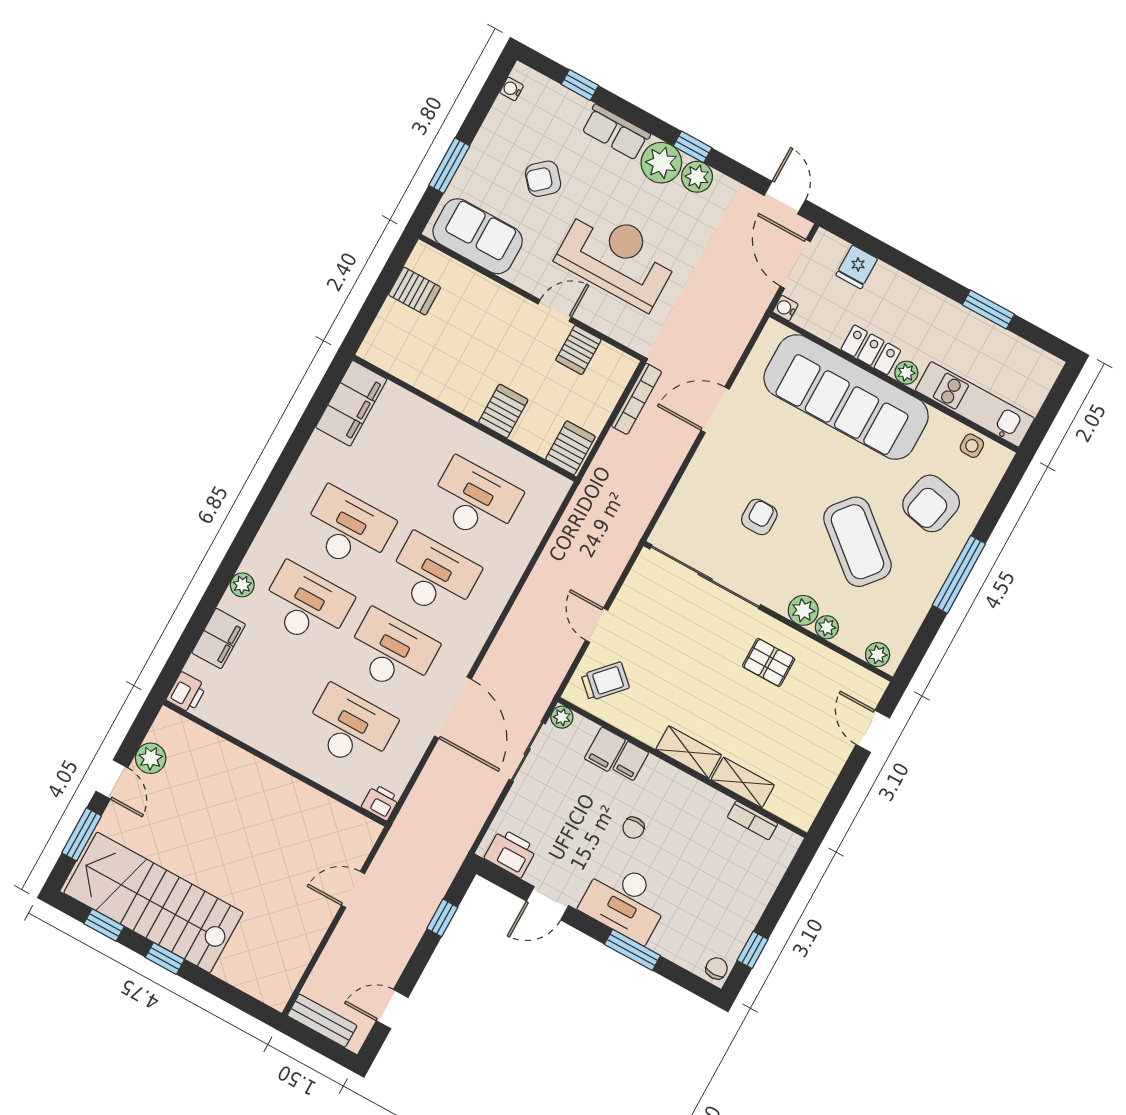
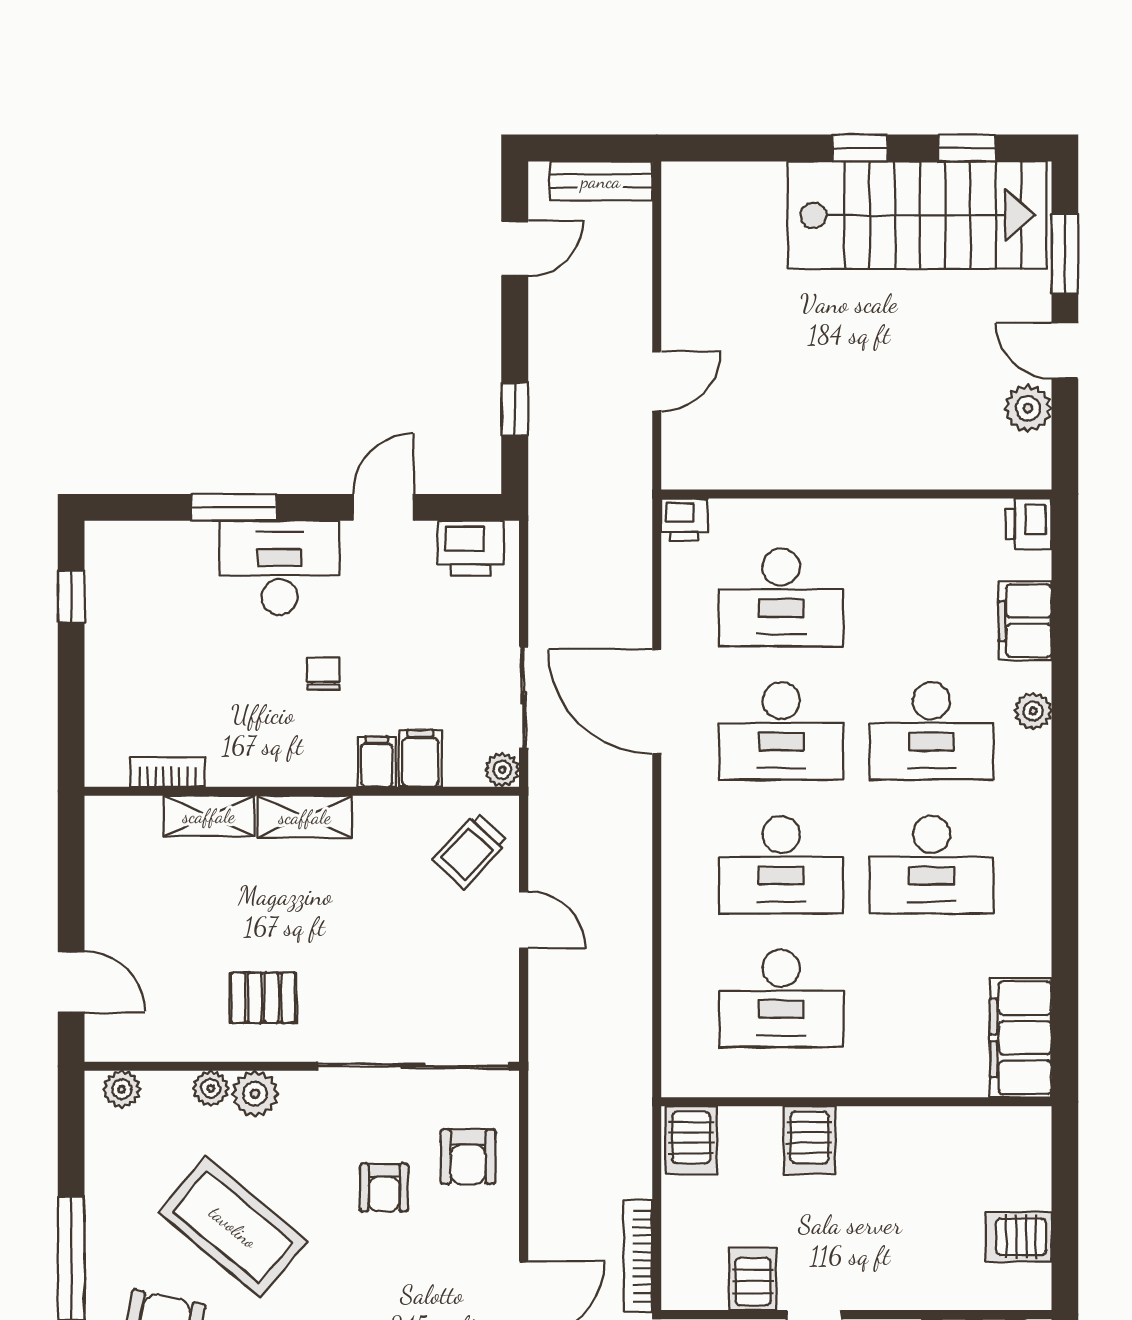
armchair: (702, 508) -> (468, 1157), added
chair: (717, 968) -> (106, 545), removed

